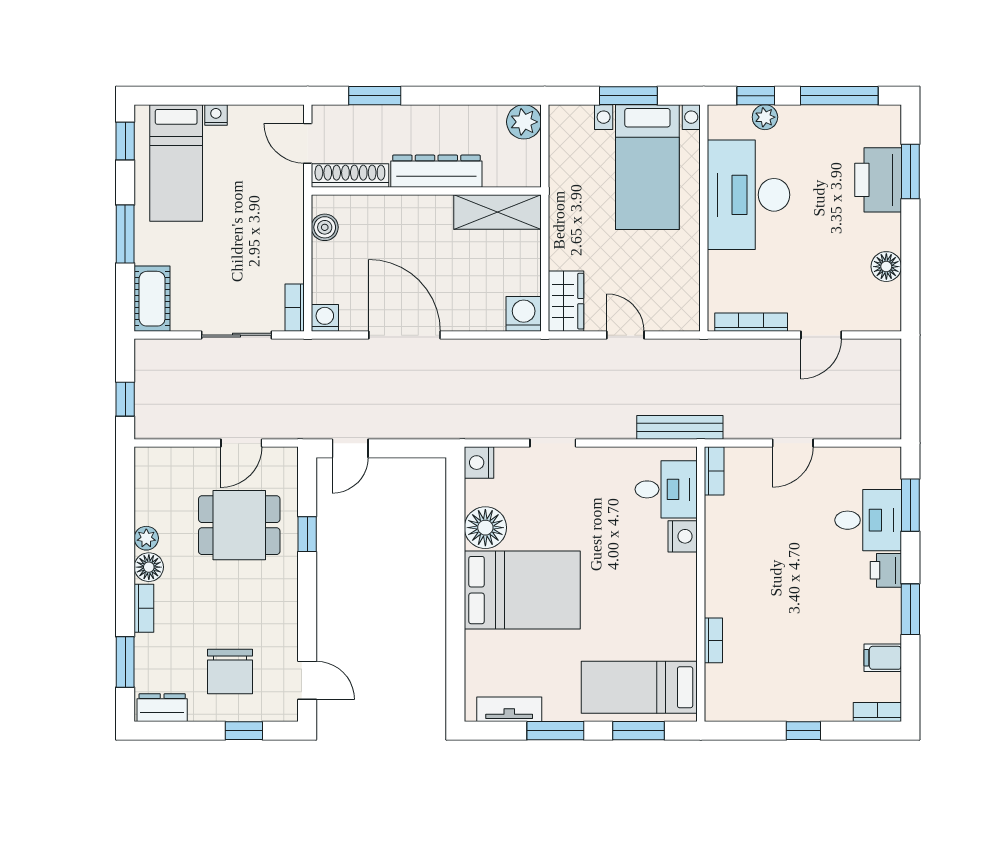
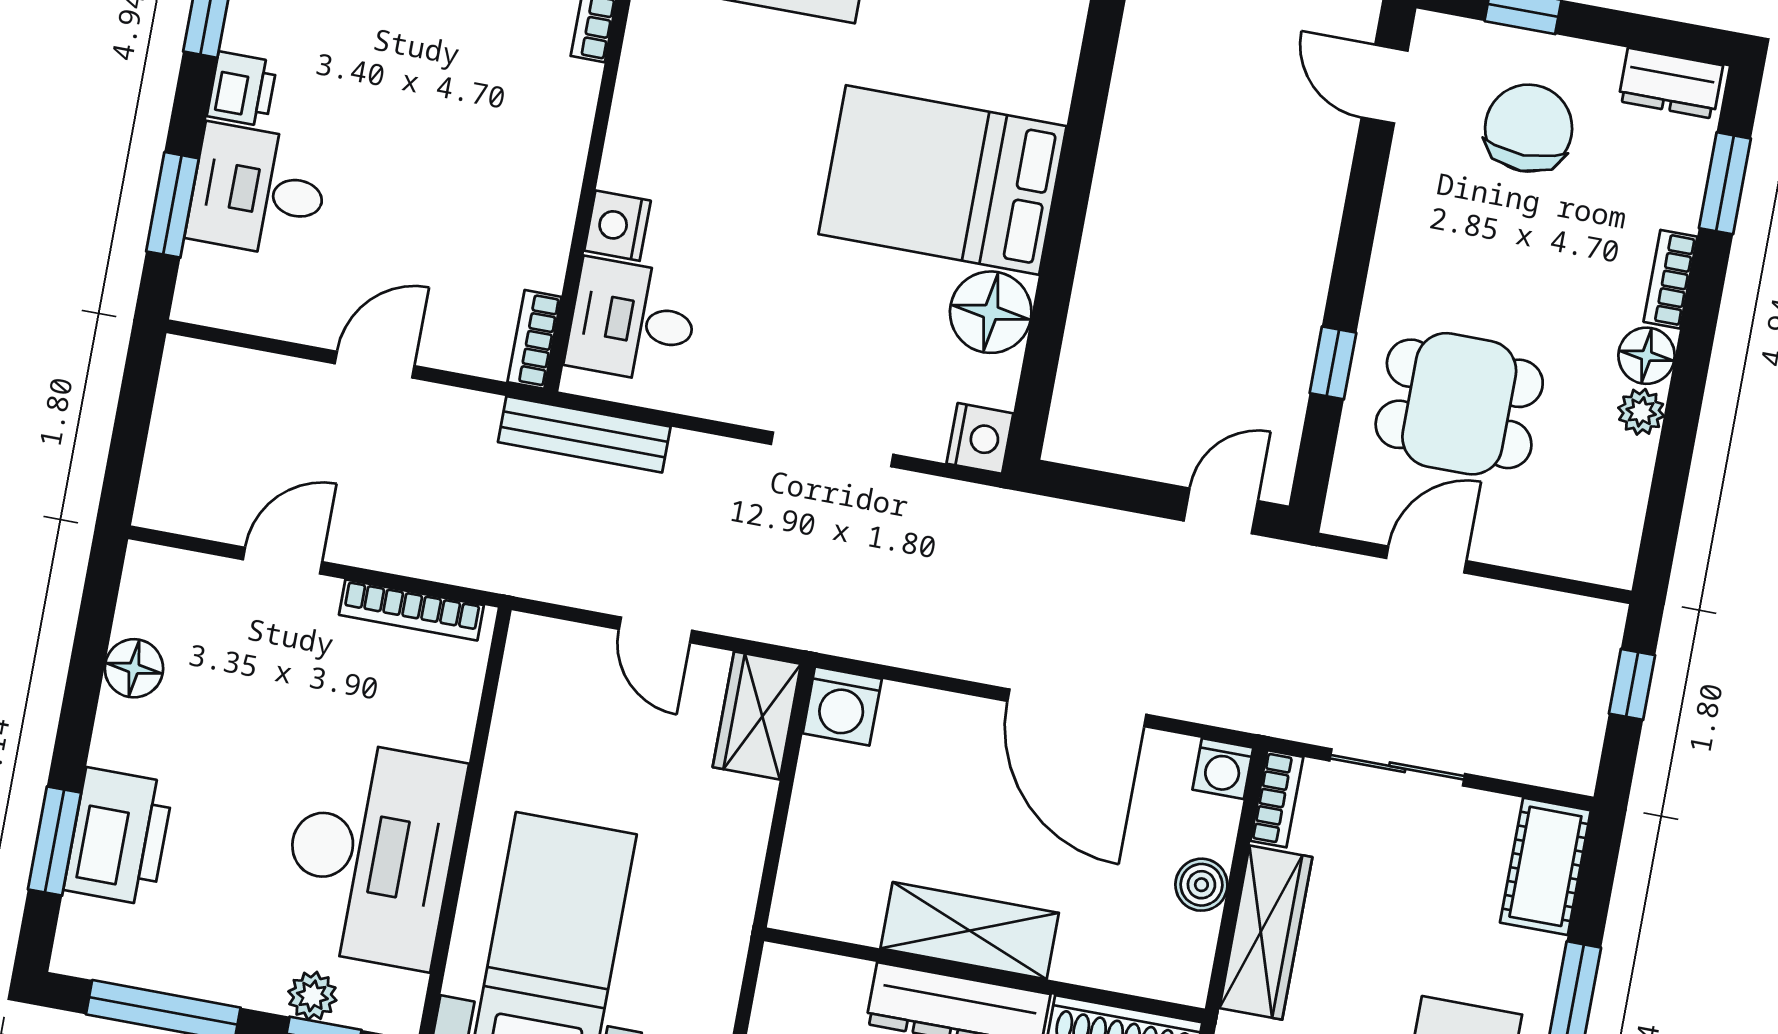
shelving: (498, 212) -> (970, 931), moved
boiler: (325, 227) -> (1201, 885), moved
wardrobe: (288, 239) -> (1266, 933), added
doorway: (553, 443) -> (832, 449), width x1.38

